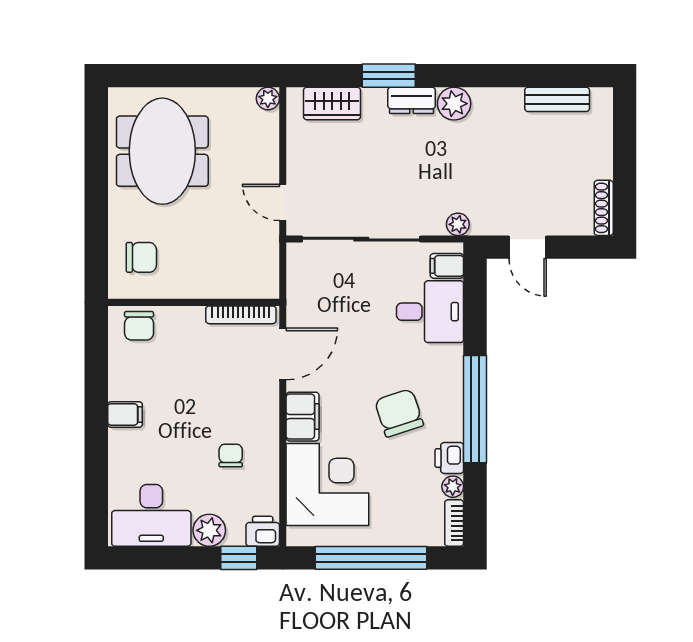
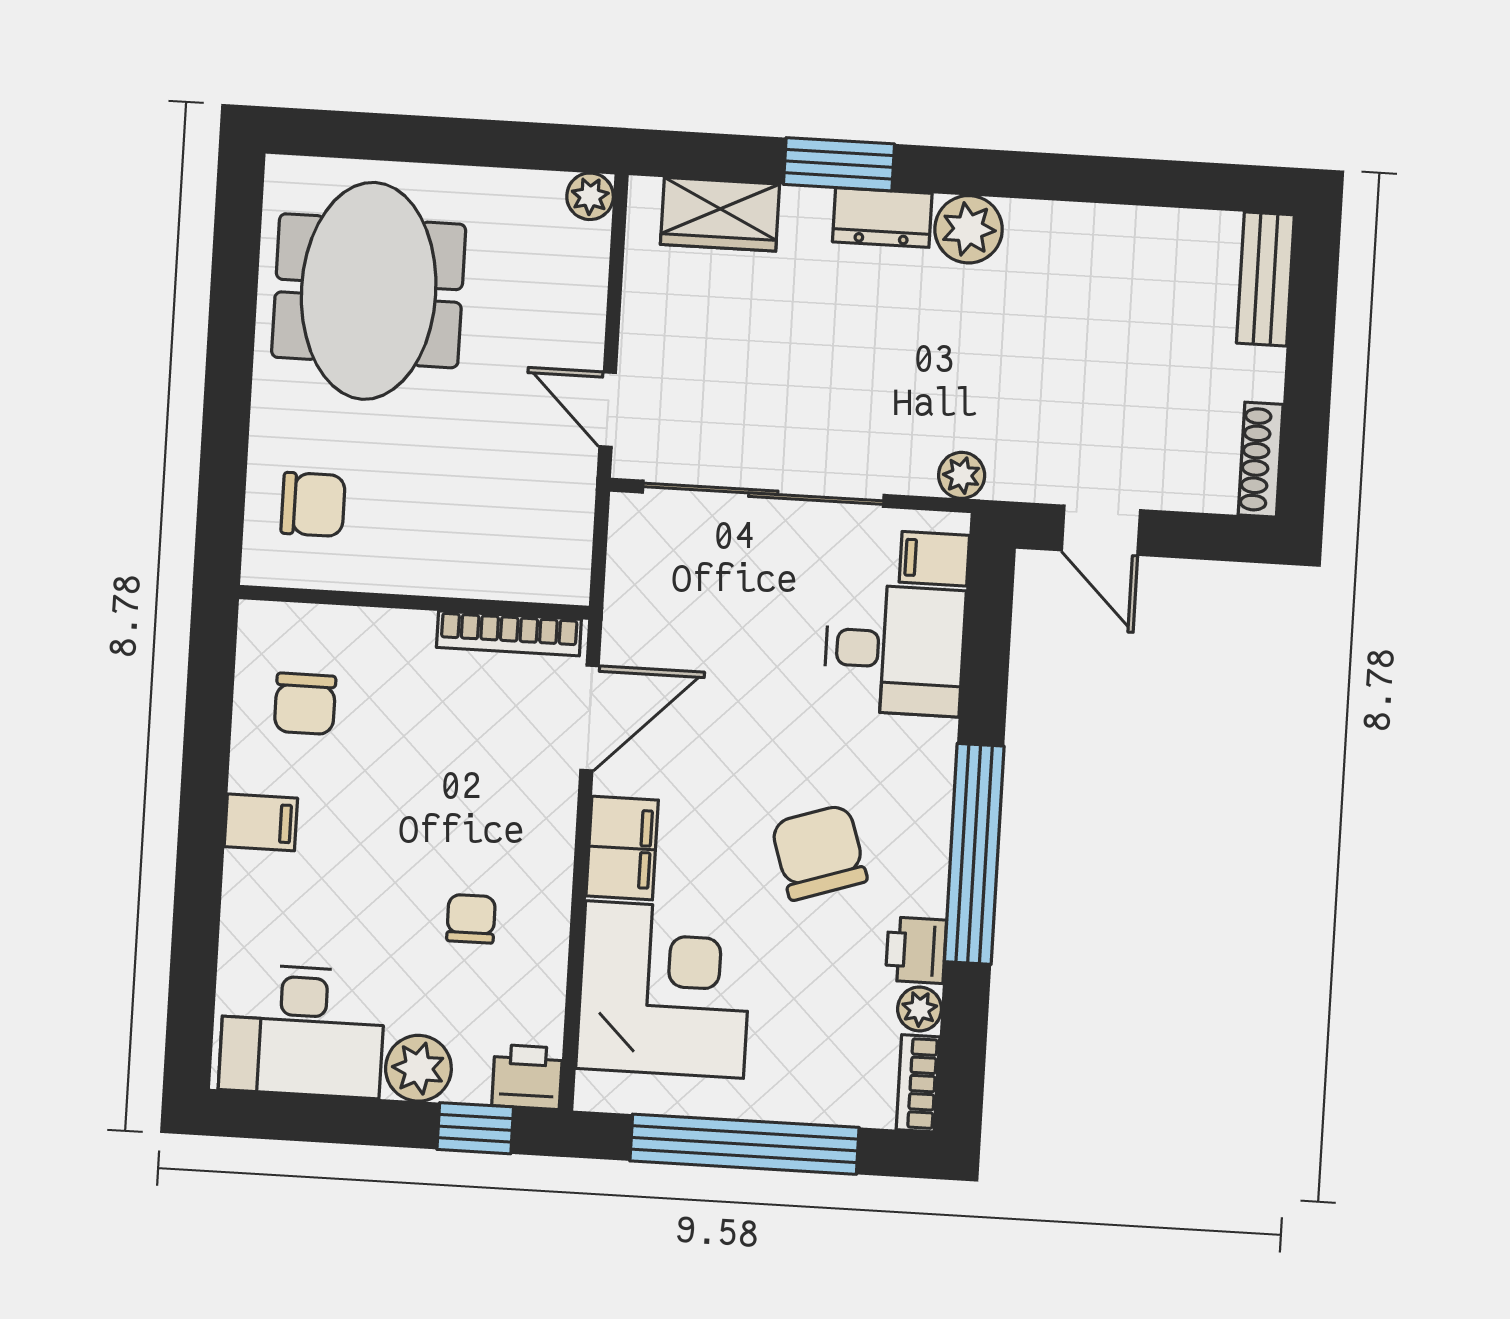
bench: (557, 99) -> (1265, 279), moved, turned 90
chair: (139, 326) -> (305, 704), moved

